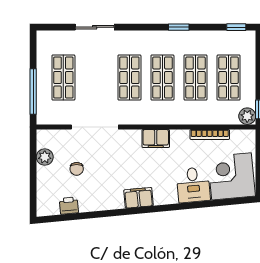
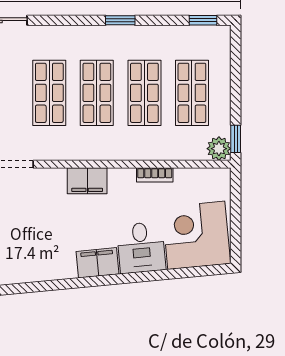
bookcase: (210, 134) -> (155, 175), width x0.64
filing cabinet: (138, 198) -> (98, 263), moved

